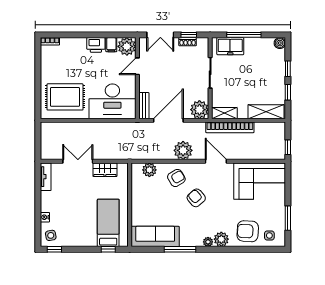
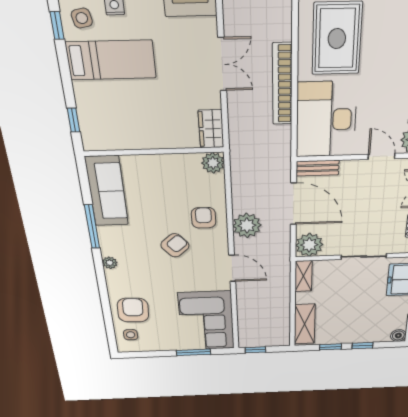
bookcase: (230, 127) -> (282, 84), moved
door: (216, 161) -> (232, 268), hinge flipped
wardrobe: (105, 170) -> (211, 129), moved
plant: (149, 170) -> (213, 163), moved
armchair: (176, 178) -> (204, 218), turned -149
window: (288, 218) -> (193, 352), moved
bed: (108, 223) -> (111, 60), moved
plant: (221, 239) -> (116, 279), removed

